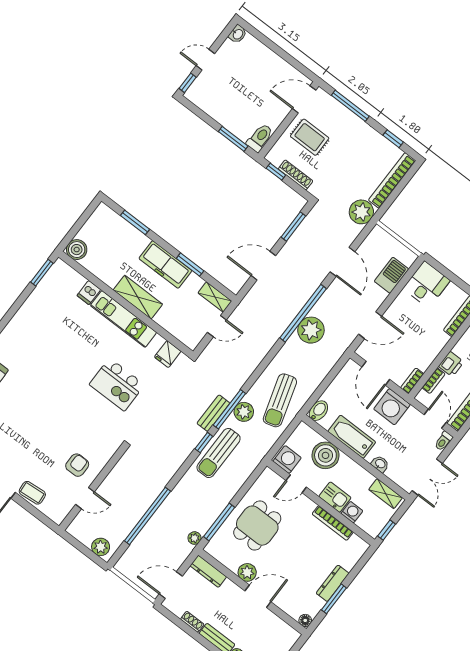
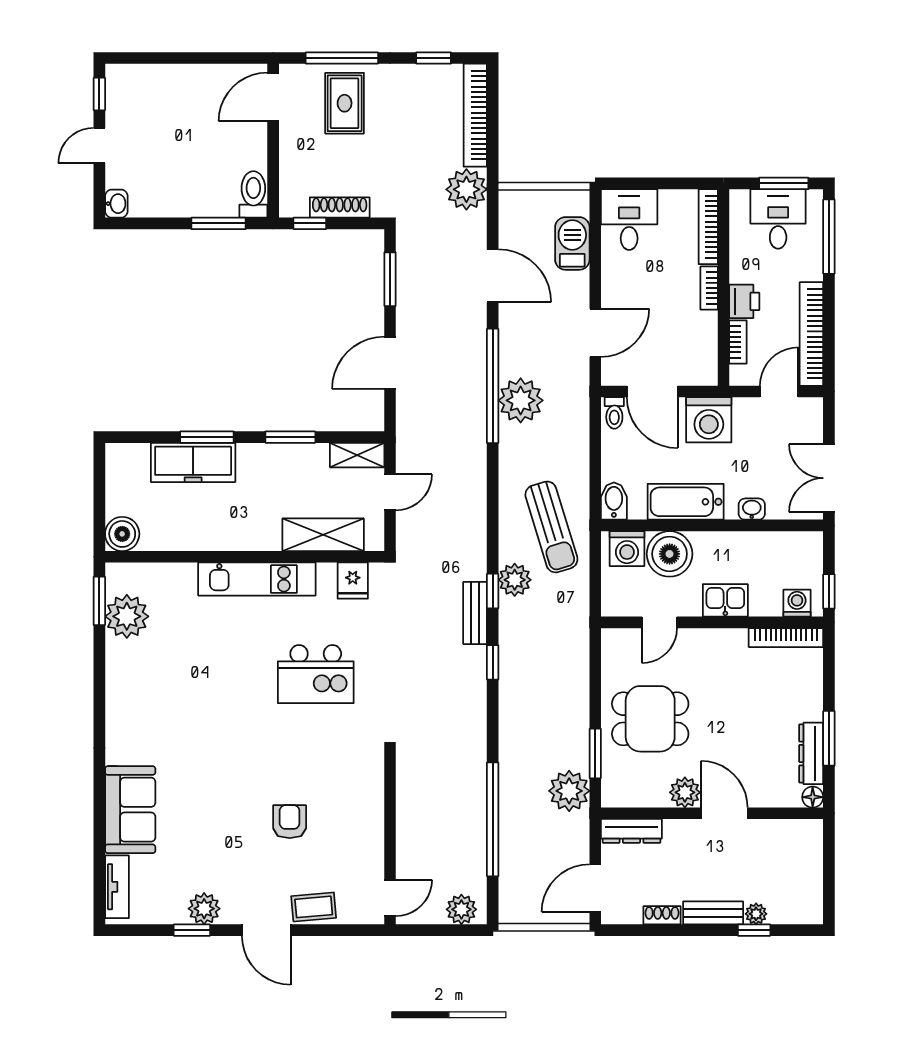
washbasin: (238, 34) -> (116, 204), moved
window: (188, 83) -> (99, 94), moved
rug: (310, 137) -> (345, 103), moved, turned 90
window: (135, 222) -> (207, 437), moved
freezer: (165, 264) -> (193, 462), moved
plant: (49, 290) -> (127, 616), added
dishwasher: (89, 293) -> (183, 579), removed
shelving: (138, 297) -> (323, 535), moved
bookcase: (412, 381) -> (709, 288), moved
window: (229, 409) -> (493, 591), width x0.46
door: (435, 419) -> (779, 391), hinge flipped
toilet: (443, 441) -> (614, 413), moved
sun lounger: (219, 453) -> (523, 661), removed
washing machine: (287, 460) -> (627, 549), moved, turned 180
armchair: (77, 465) -> (290, 822), moved
double door: (427, 477) -> (829, 478), swing flipped
shelving: (386, 494) -> (790, 543), removed
door: (85, 498) -> (390, 898), moved
washing machine: (352, 512) -> (797, 603), moved
window: (219, 522) -> (595, 753), width x0.69
bookcase: (333, 523) -> (786, 638), moved
dining table: (257, 526) -> (650, 719), turned 90
plant: (195, 538) -> (569, 791), width x1.87, depth x1.87
dresser: (333, 583) -> (811, 753), moved
door: (258, 596) -> (724, 813), hinge flipped

